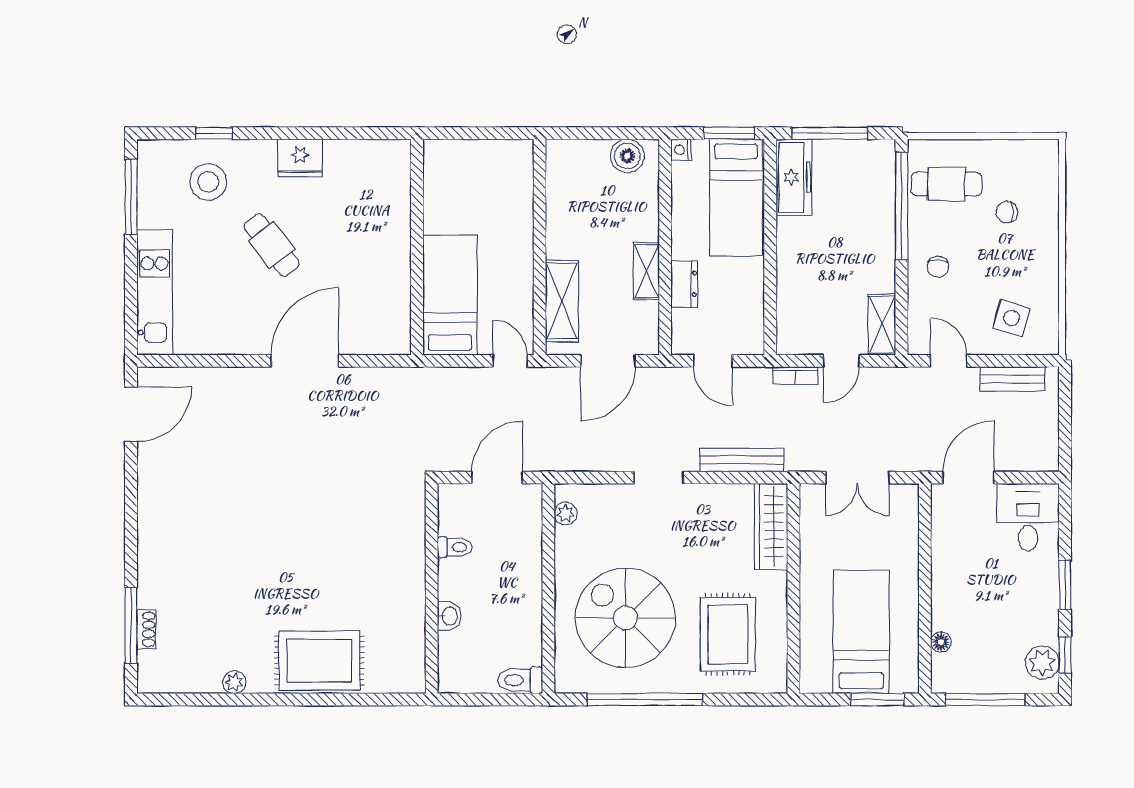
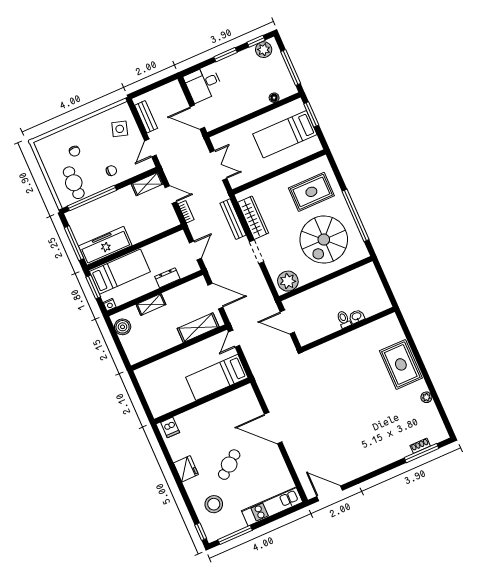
window: (214, 133) -> (201, 532), moved
dishwasher: (393, 163) -> (170, 427), added
freezer: (794, 177) -> (105, 246), width x1.36, depth x1.26
shelving: (646, 271) -> (151, 304), moved
plant: (566, 513) -> (288, 281), width x1.88, depth x1.88
wardrobe: (771, 526) -> (253, 218), moved, turned -90
toilet: (455, 547) -> (344, 319), moved
toilet: (520, 680) -> (371, 273), removed

